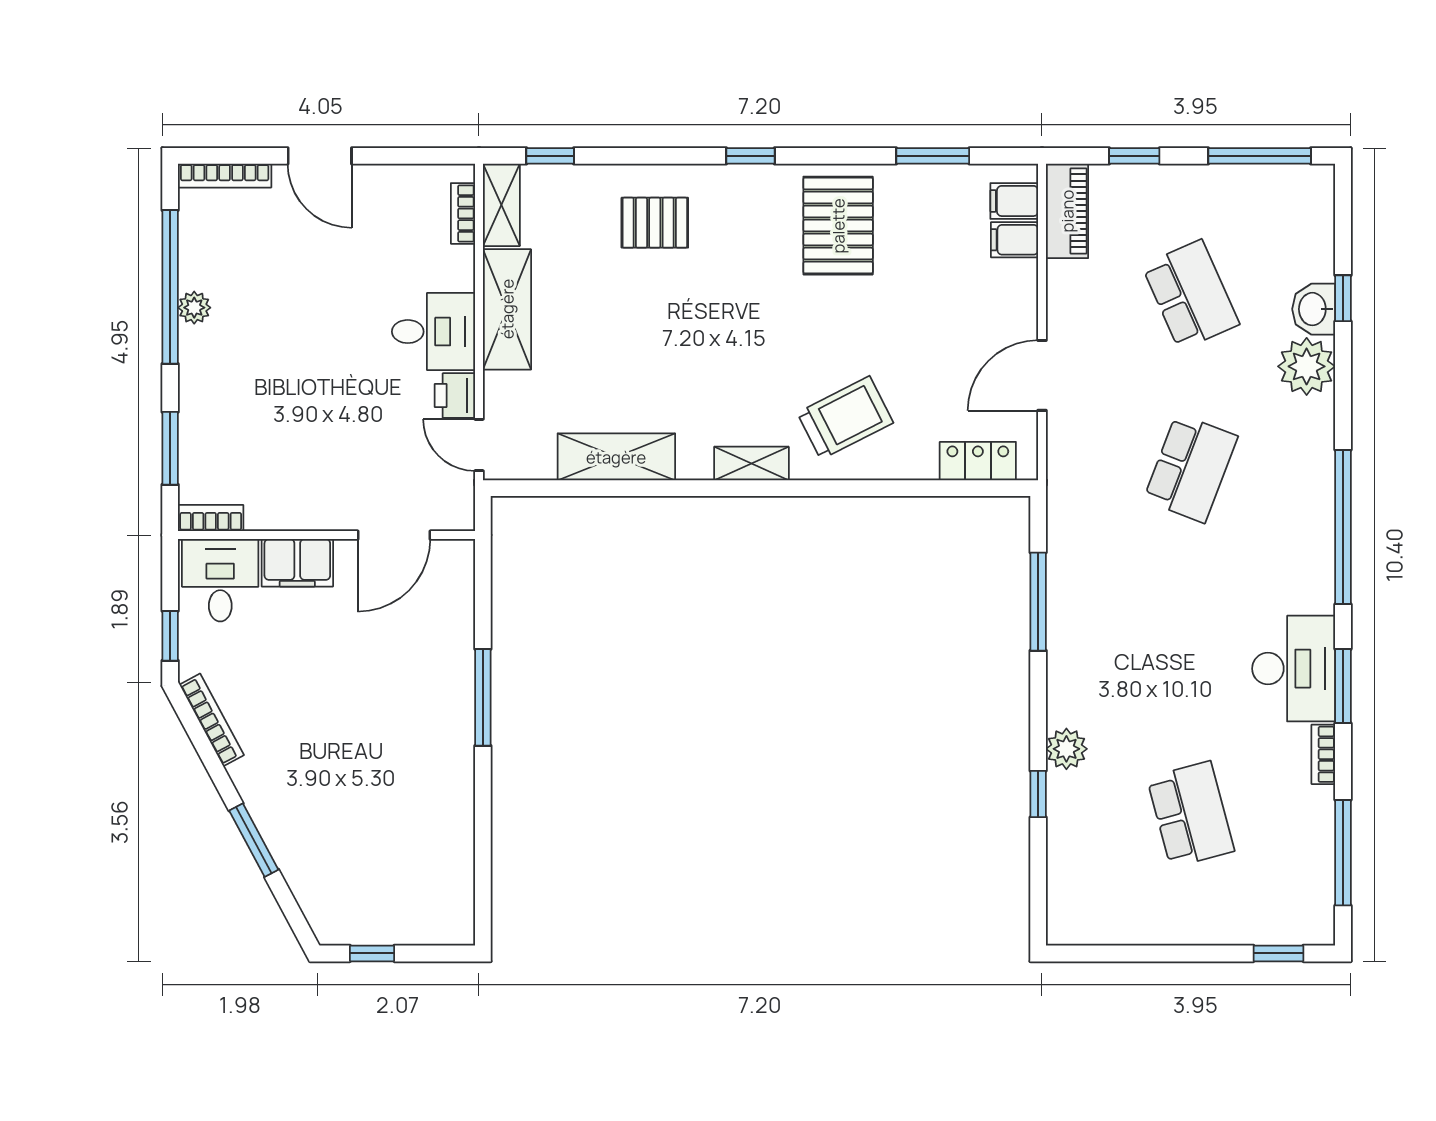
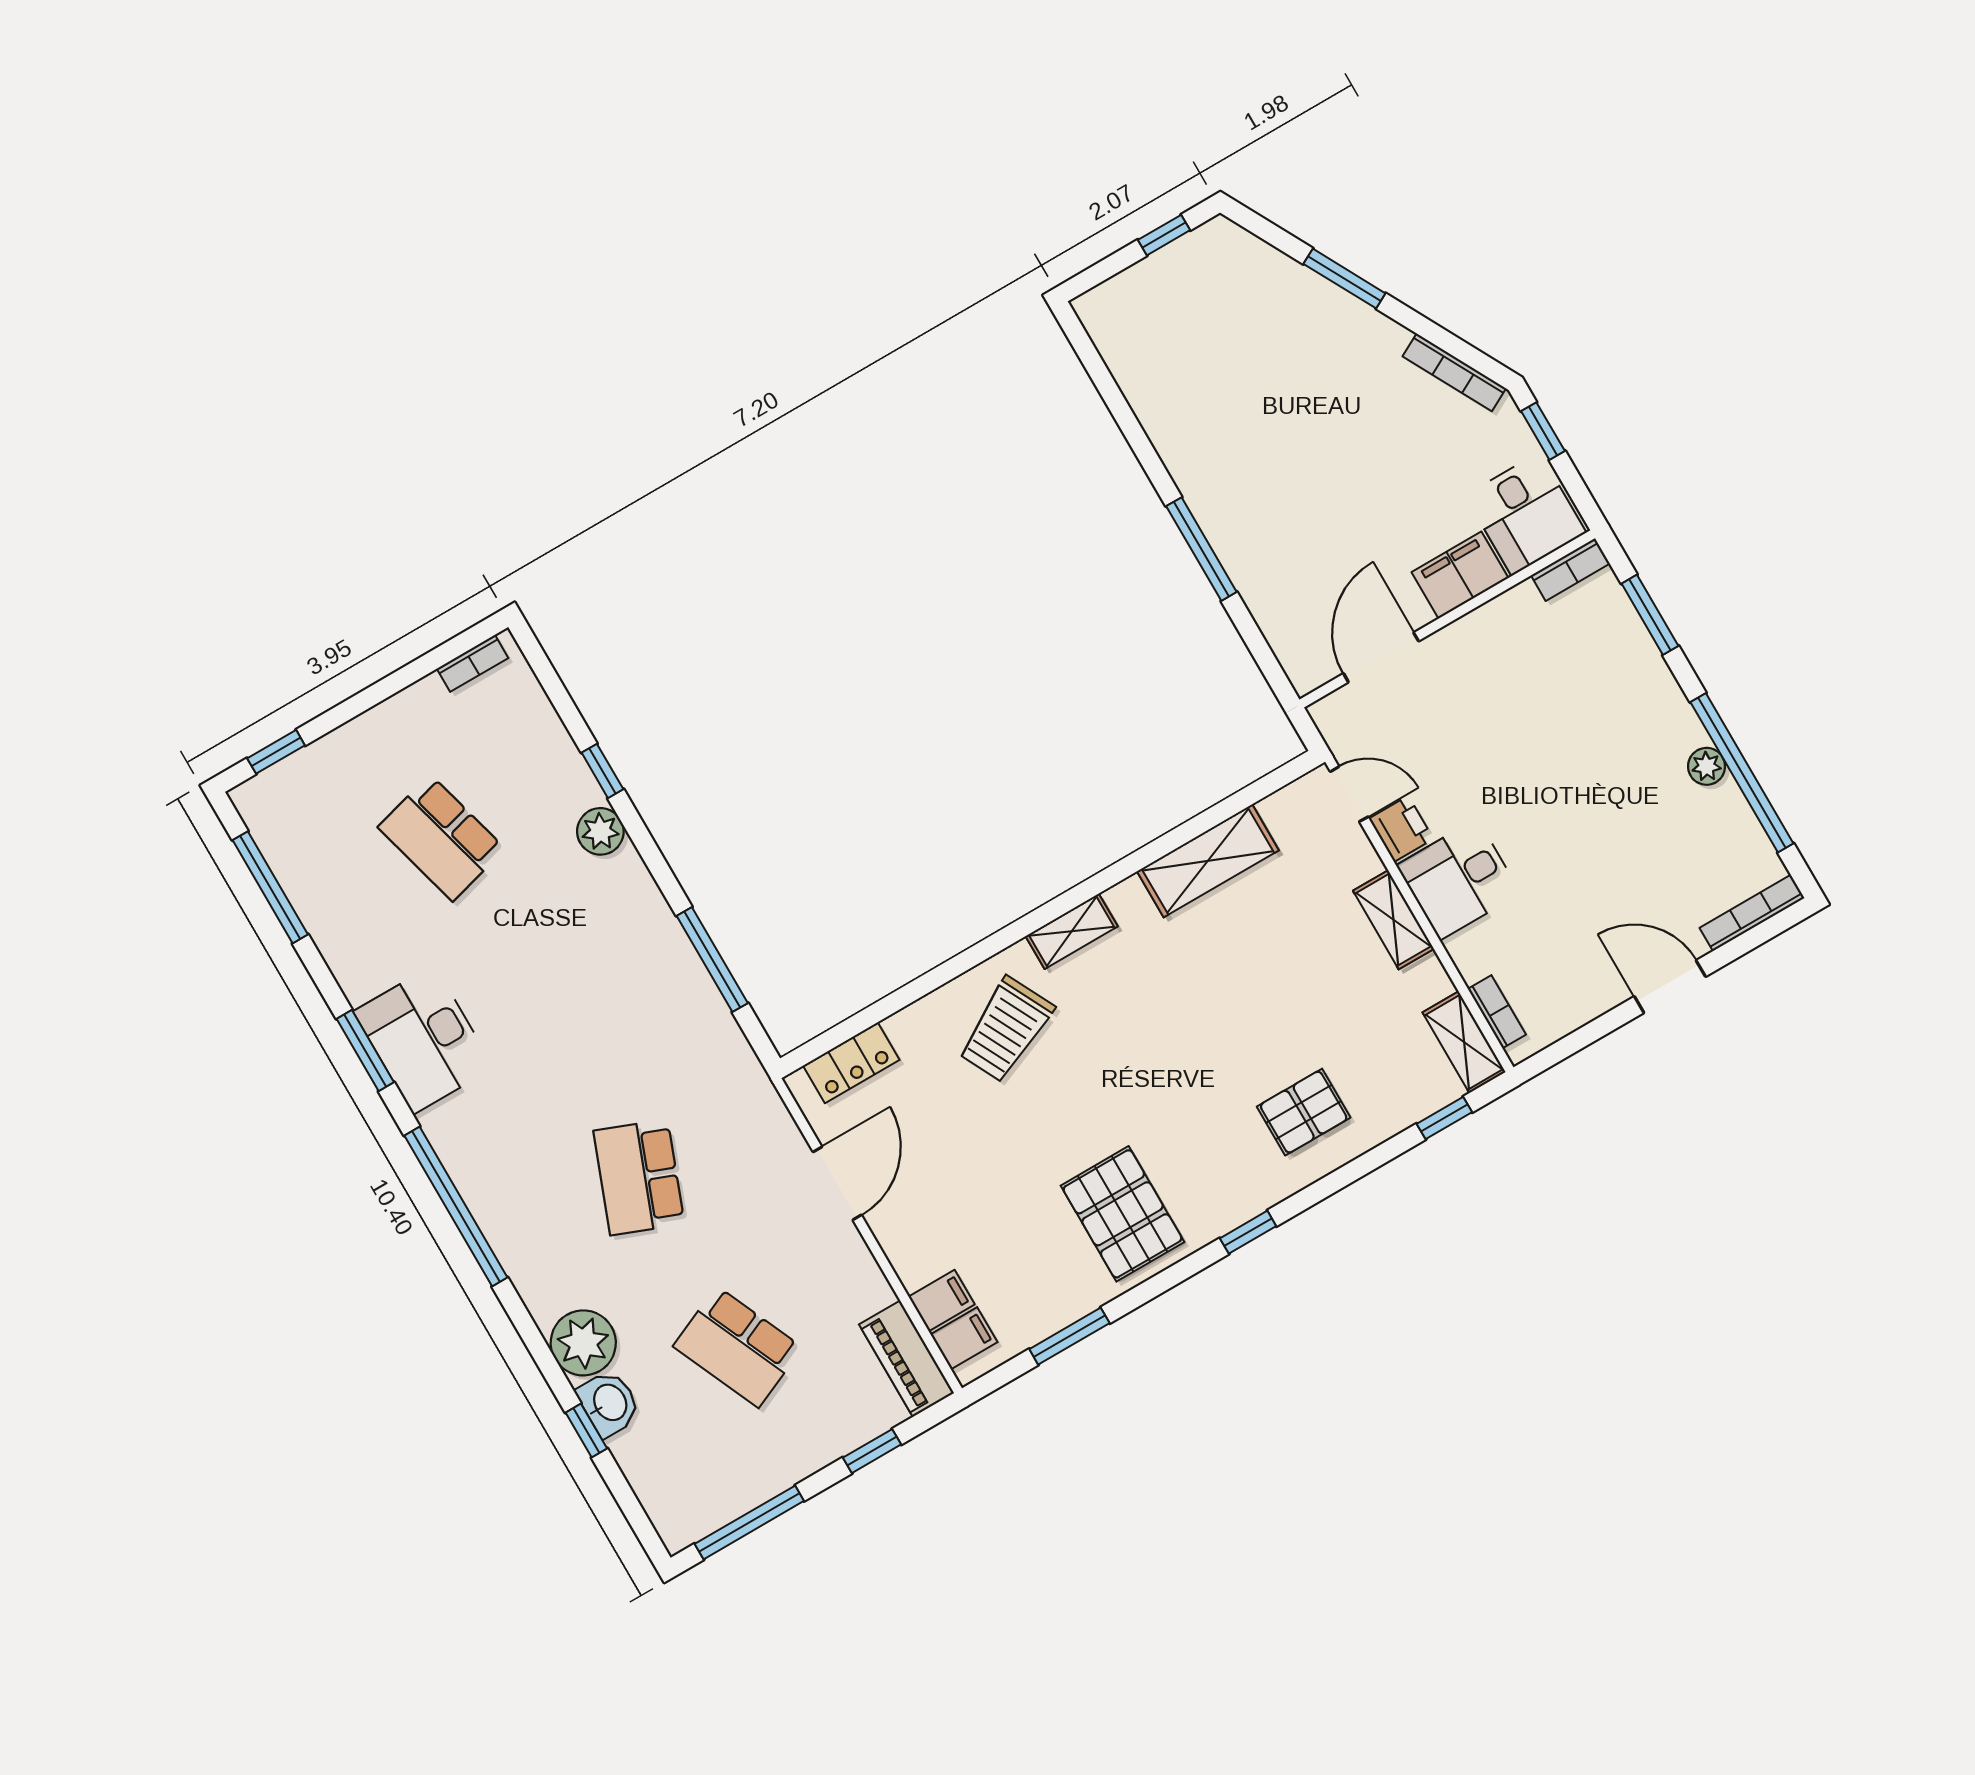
shelving: (507, 309) -> (1393, 920), width x0.67, depth x0.75
bookcase: (1323, 754) -> (473, 663), moved, turned 90

